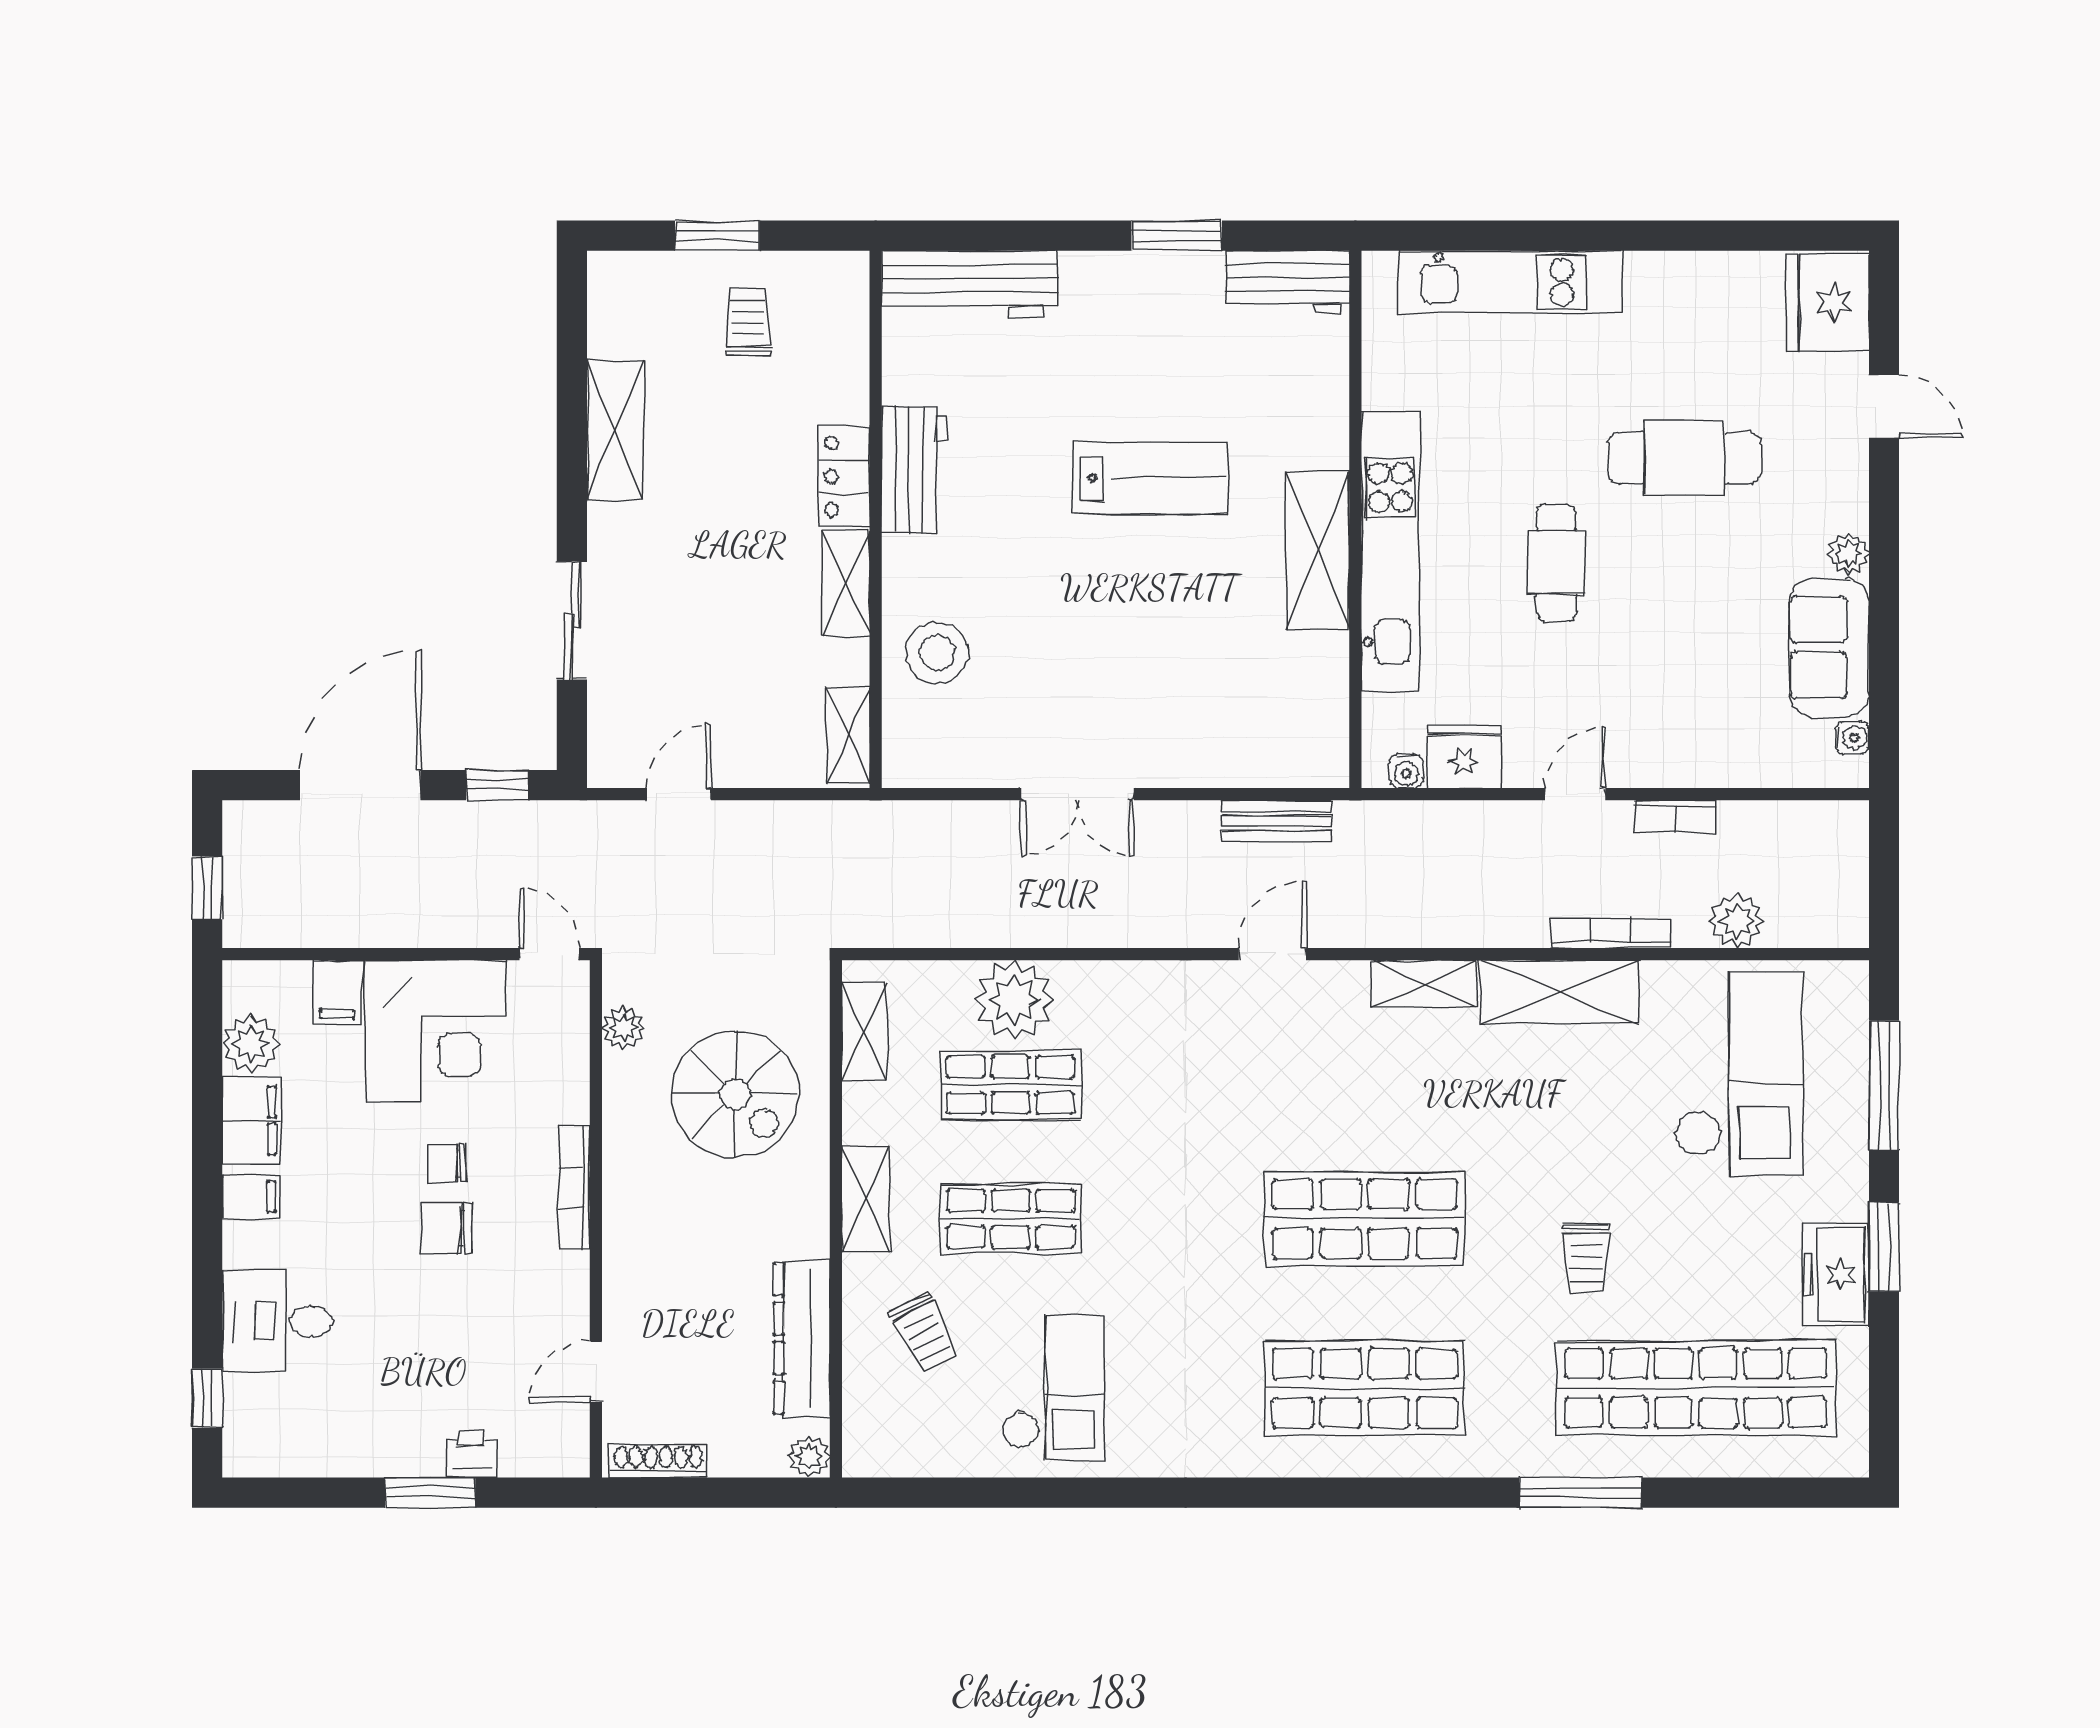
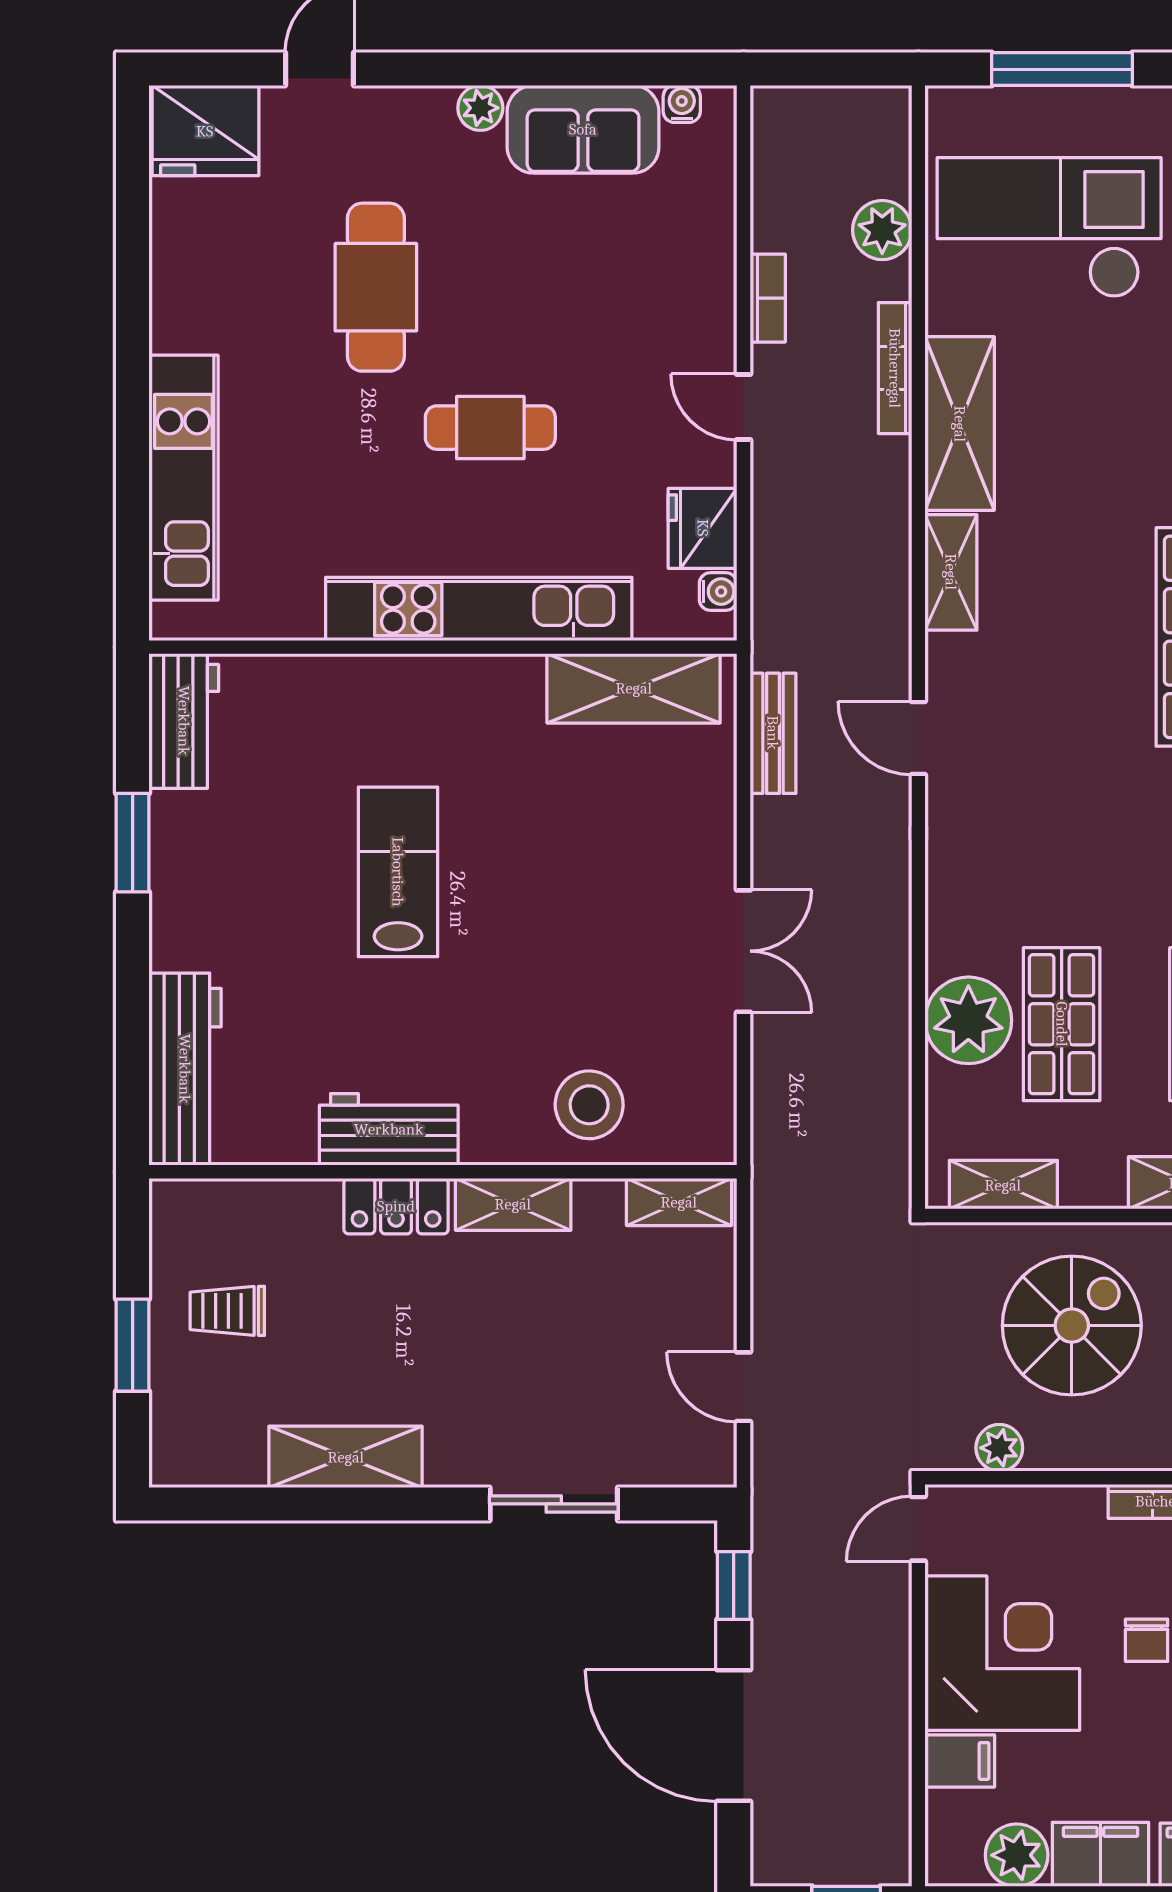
shelving: (1318, 550) -> (634, 688), moved

